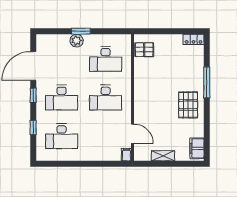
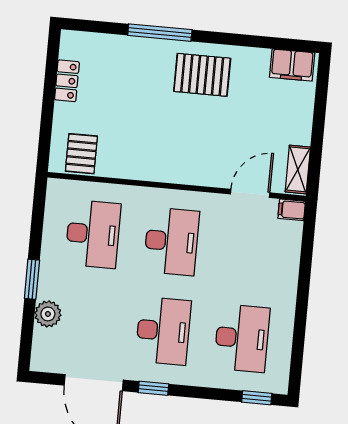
locker: (194, 39) -> (67, 81), moved
plant: (77, 41) -> (48, 314), moved
window: (33, 128) -> (257, 398), moved
shelving: (163, 156) -> (298, 169), moved

